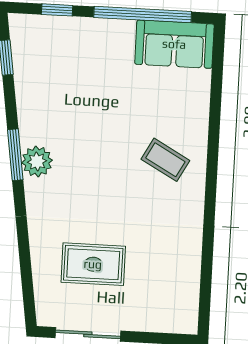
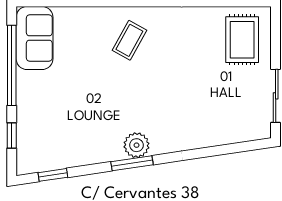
rug: (93, 264) -> (242, 40), moved

